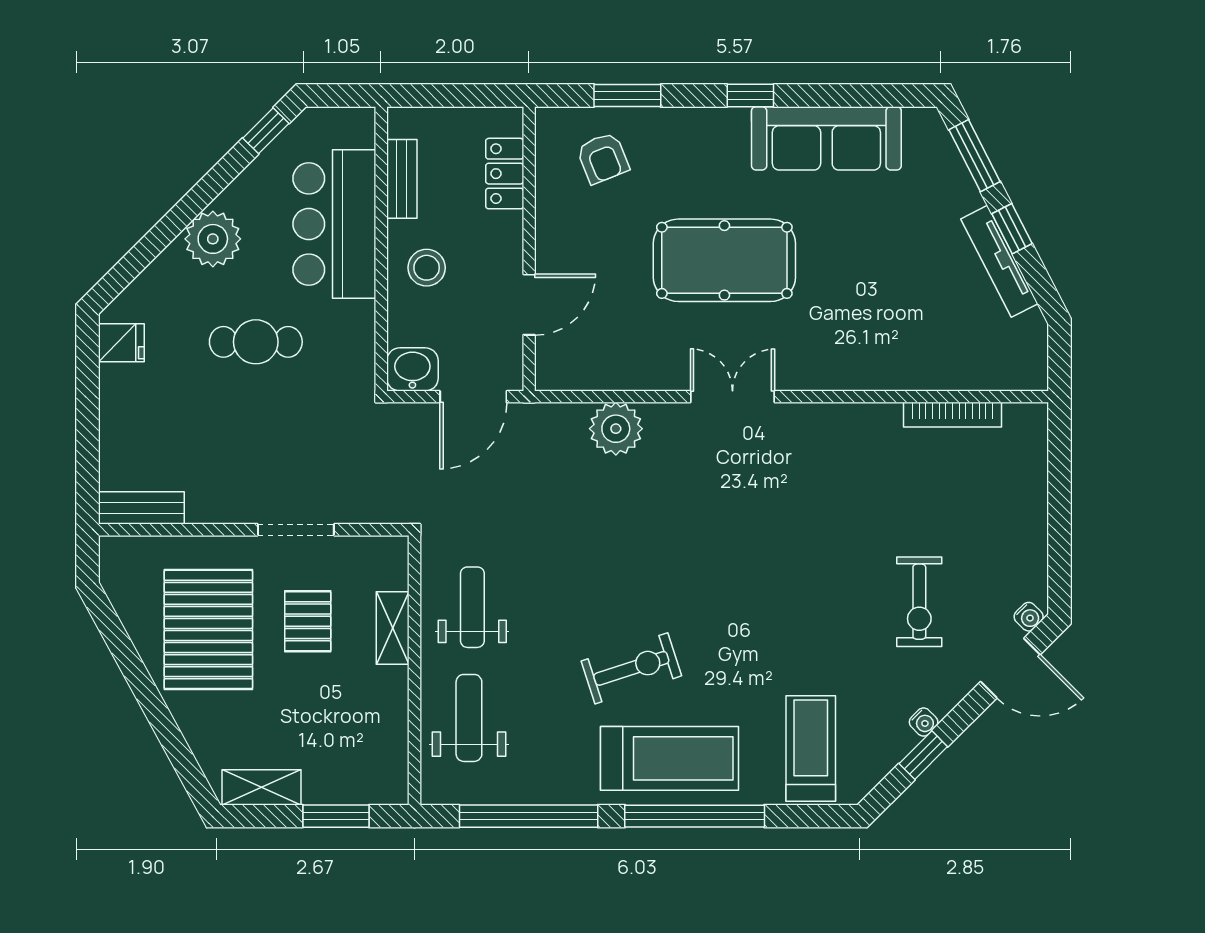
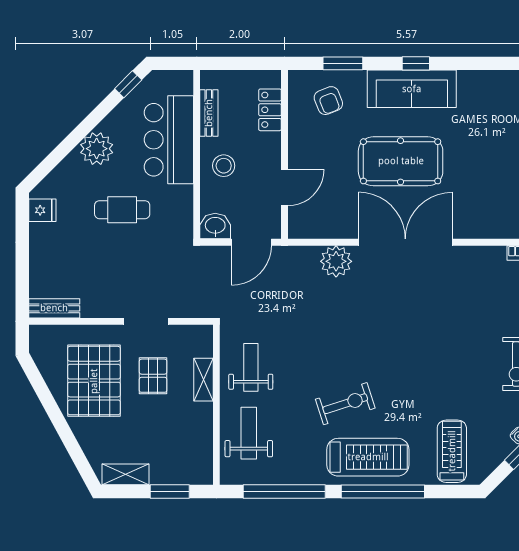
sofa: (826, 138) -> (412, 89), moved
double door: (733, 397) -> (405, 242), width x1.87

